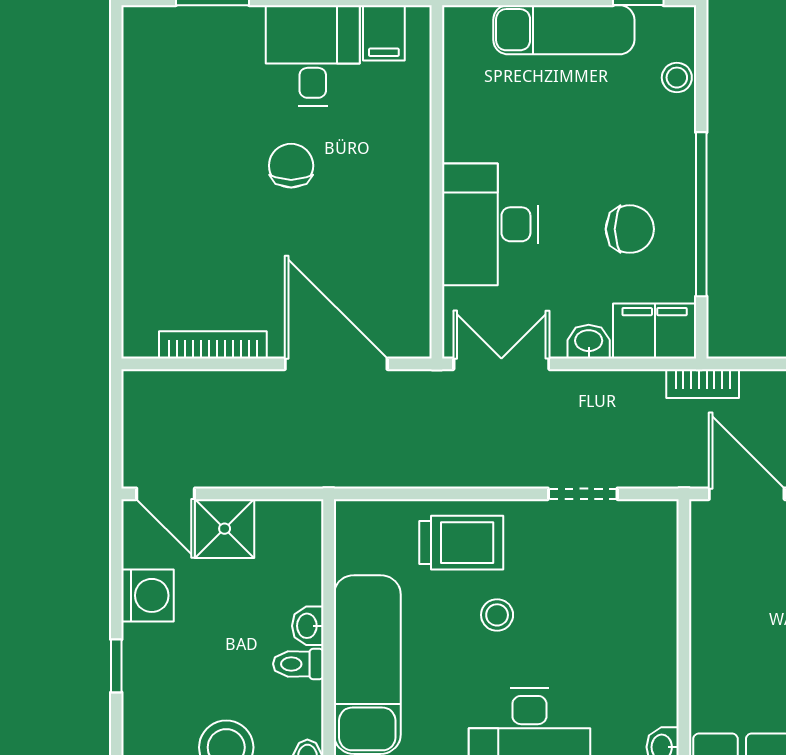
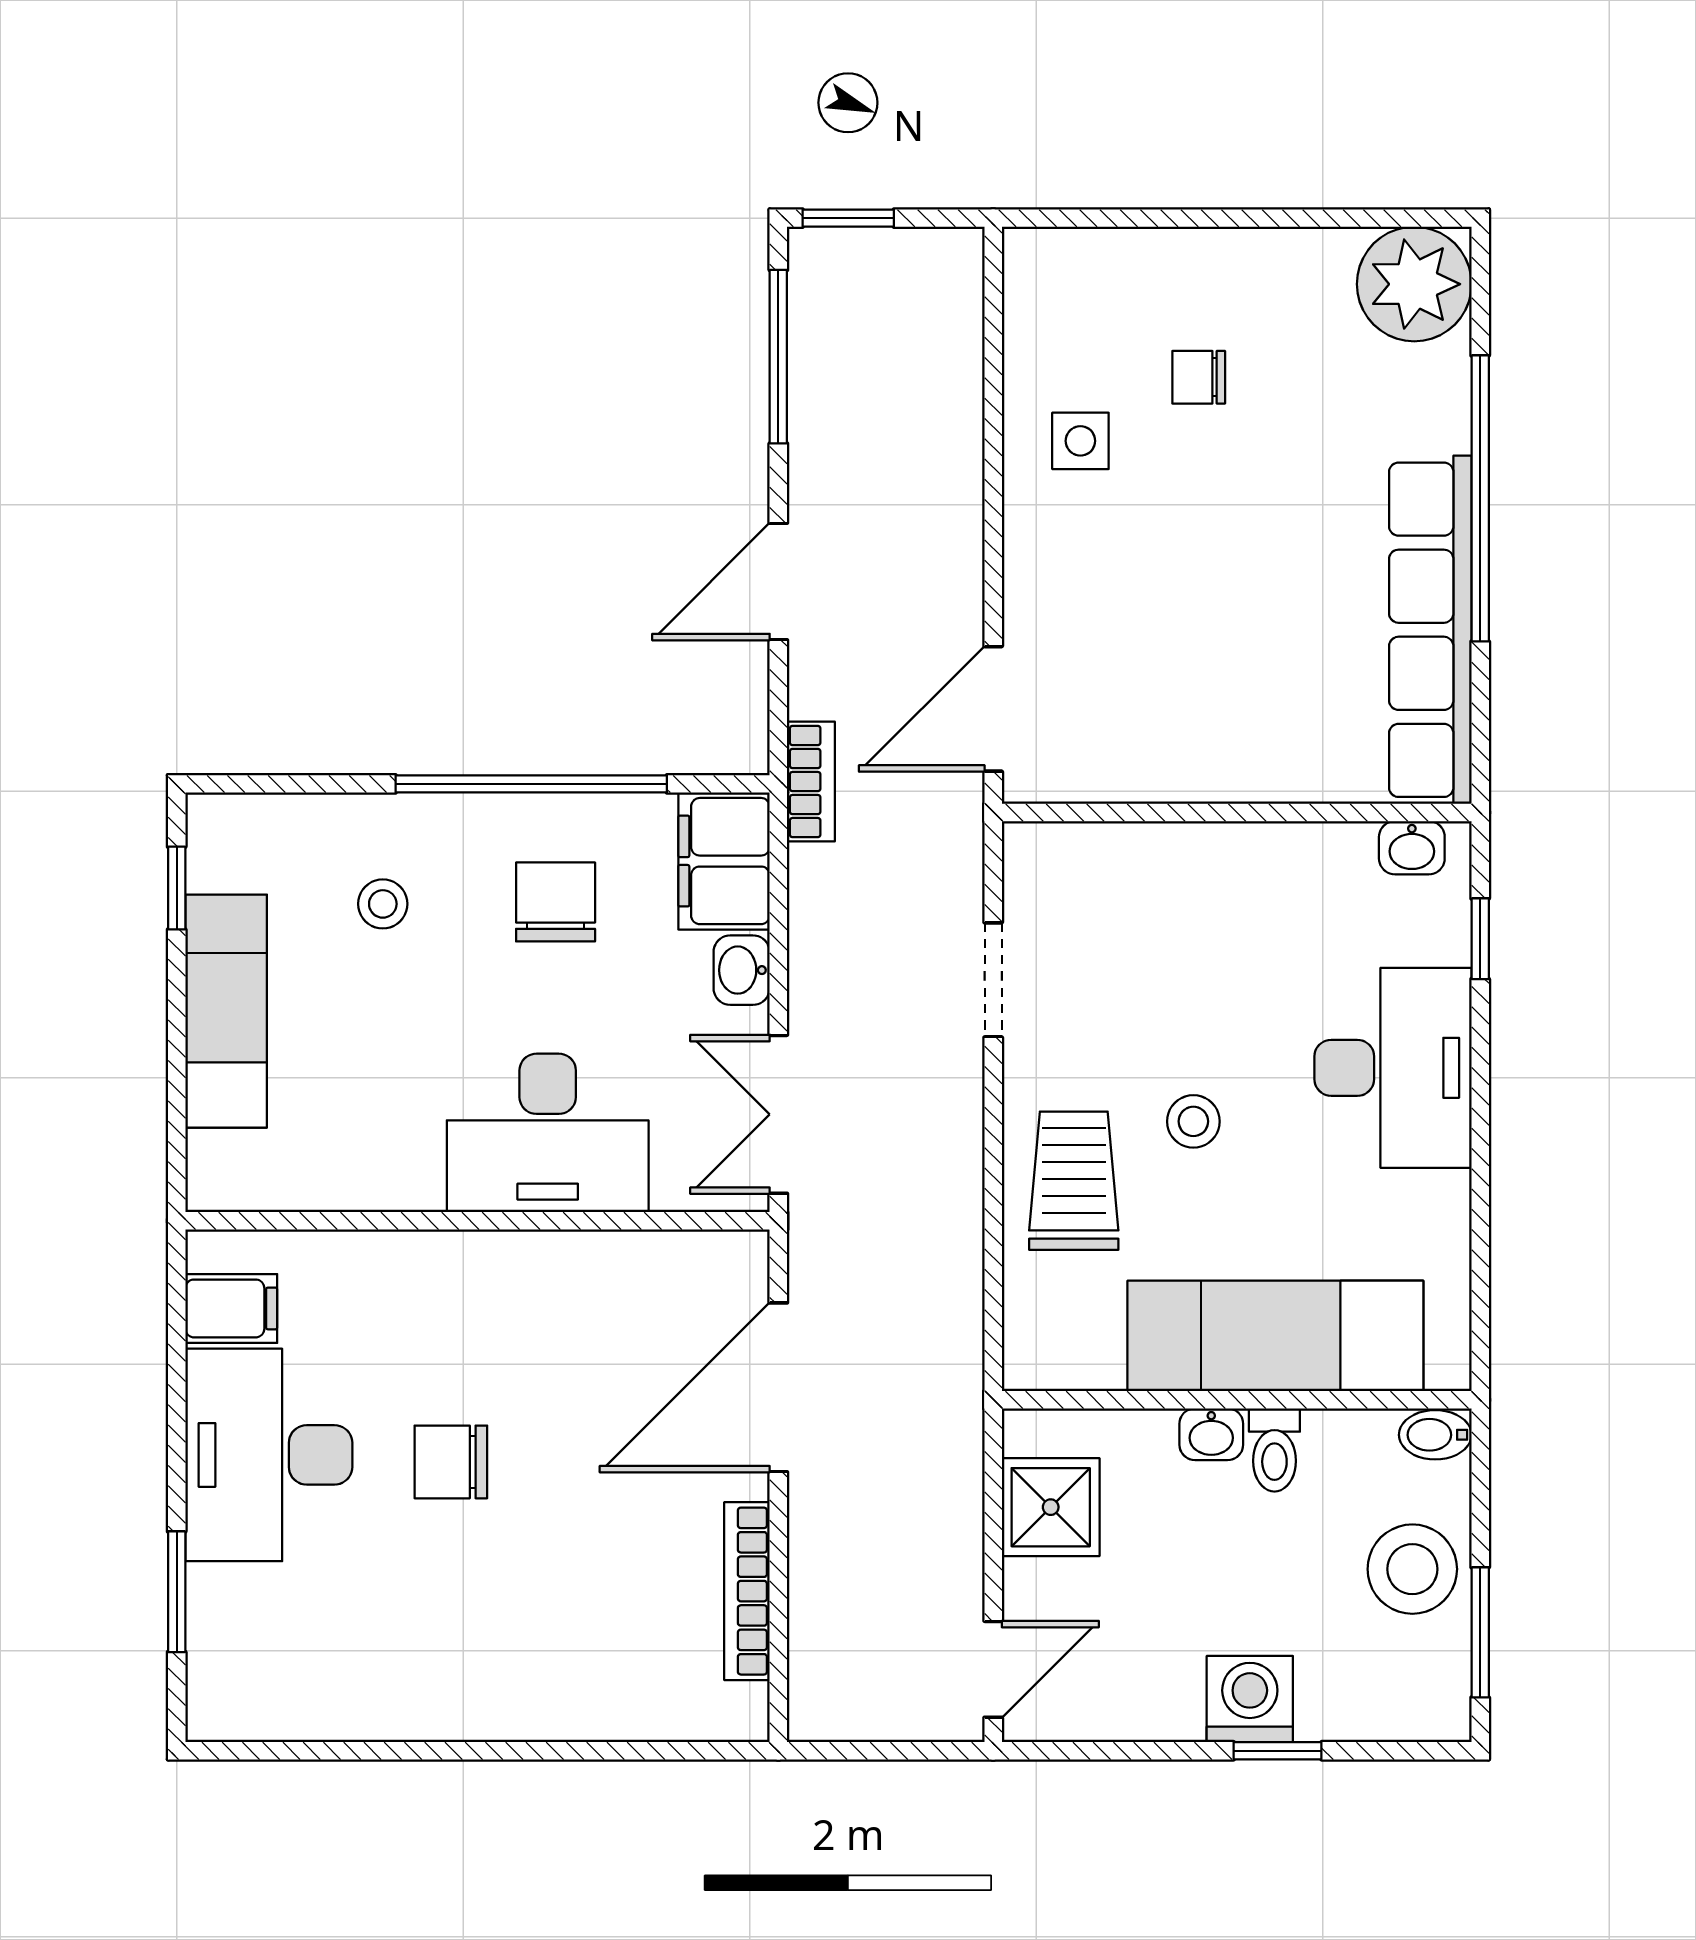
desk: (313, 56) -> (269, 1455), width x1.37
stool: (677, 78) -> (383, 904), moved
shower: (225, 529) -> (1051, 1507), moved
washing machine: (148, 595) -> (1250, 1699), moved

